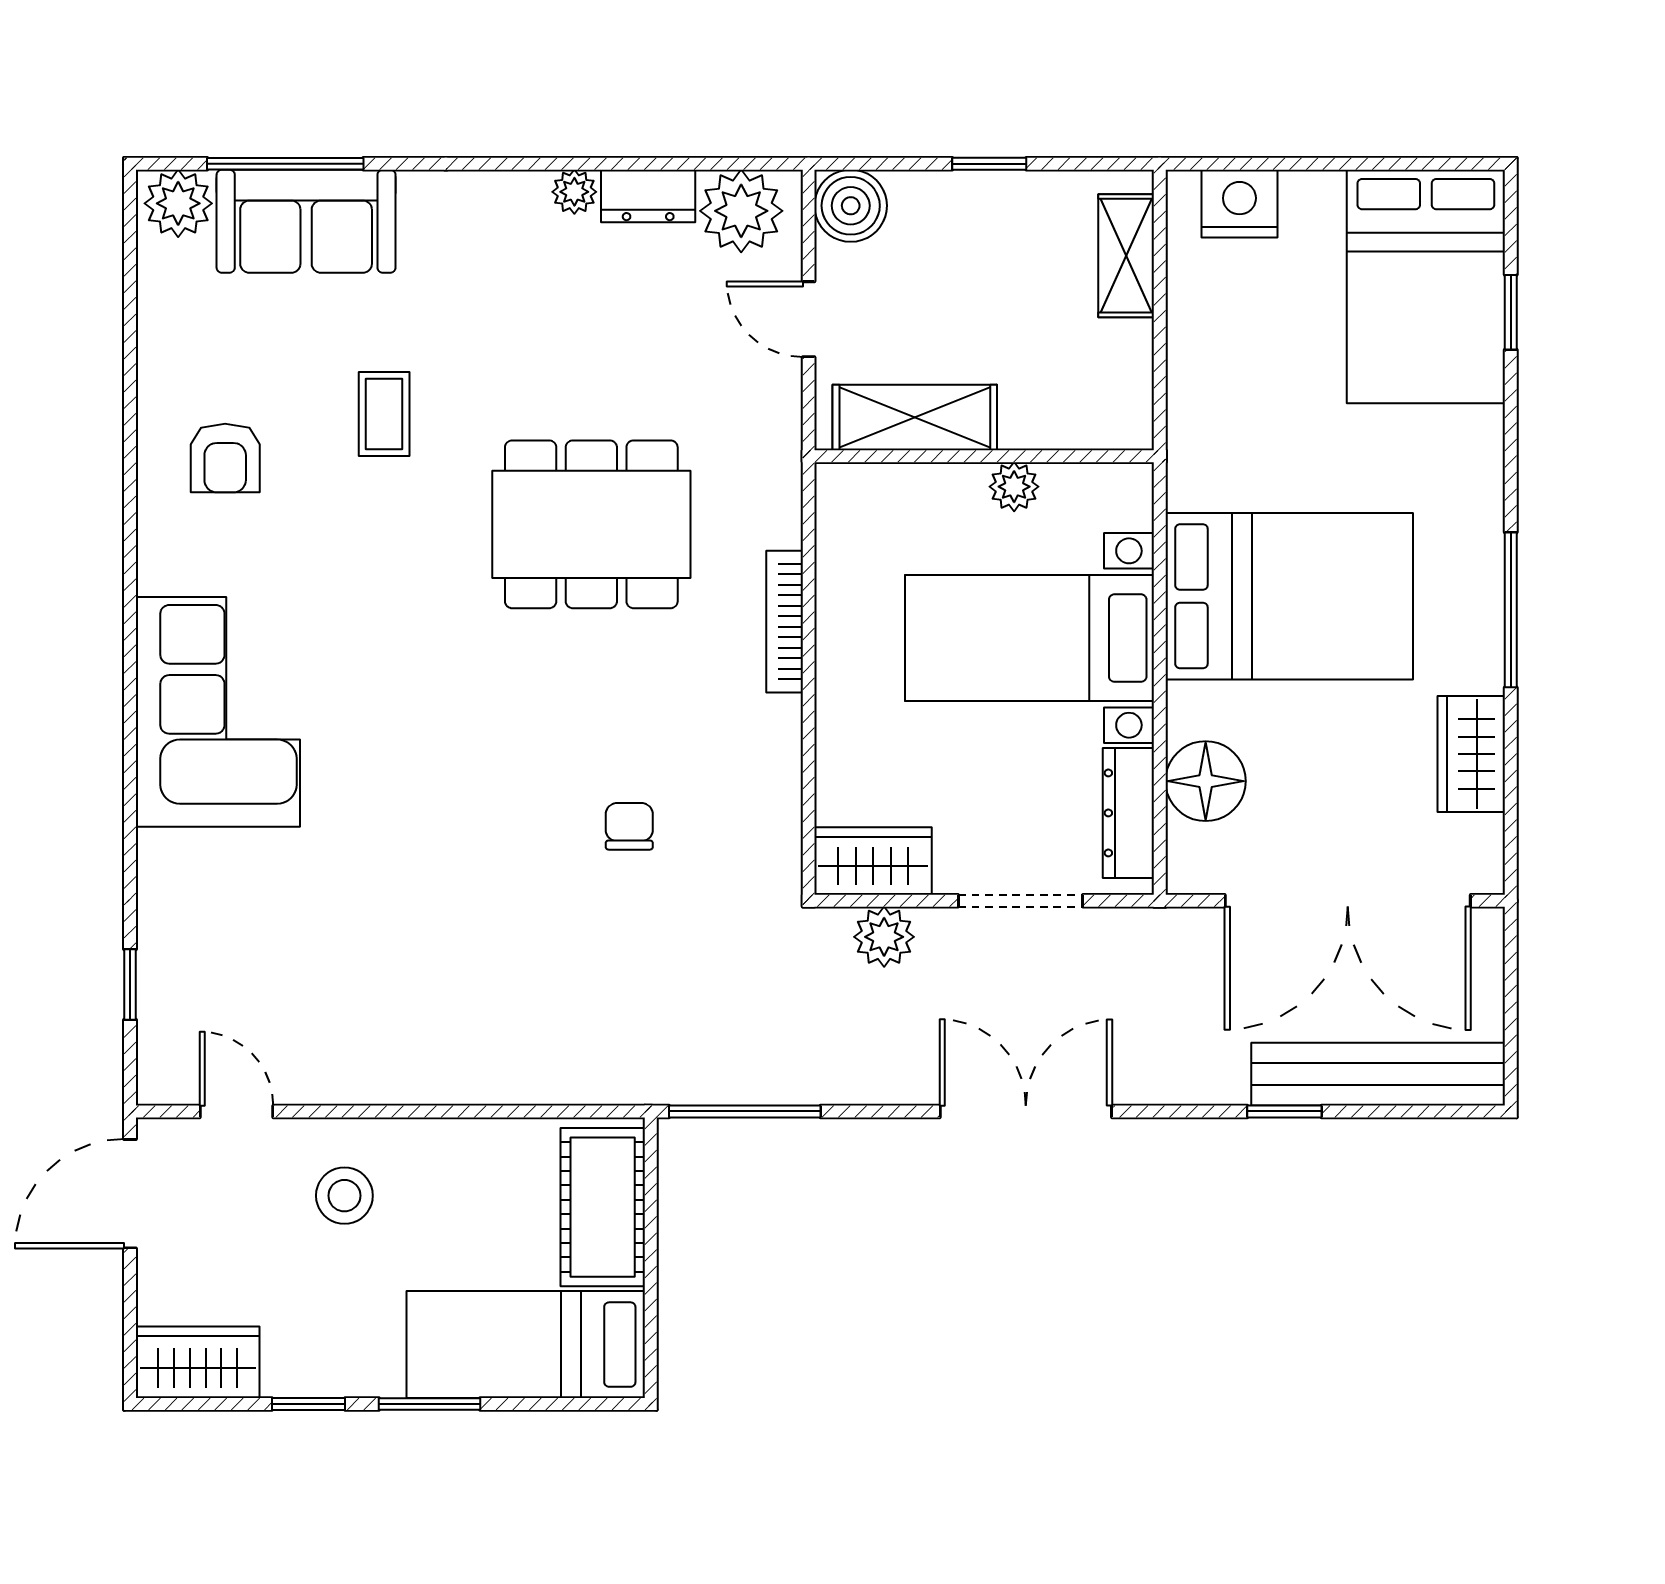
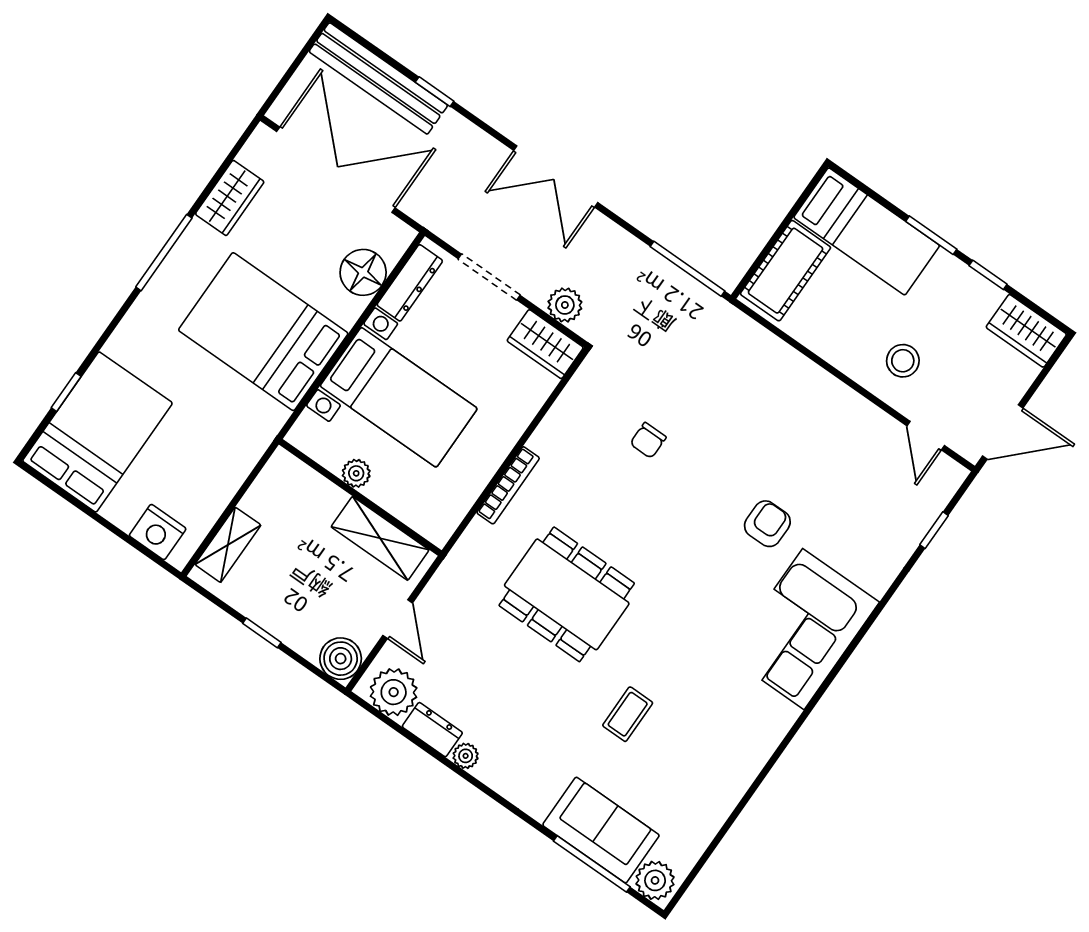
armchair: (225, 458) -> (767, 524), moved

